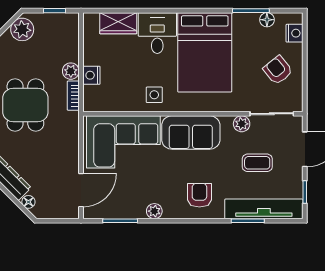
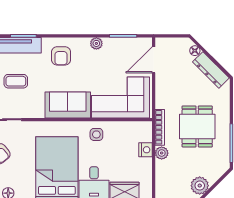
bookcase: (73, 96) -> (160, 127), width x1.56
plant: (242, 124) -> (28, 112), removed

